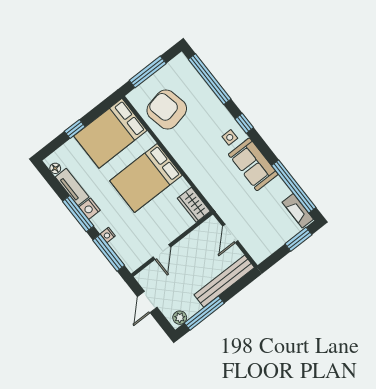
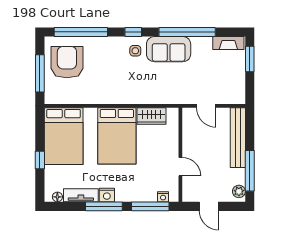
armchair: (167, 110) -> (67, 62), moved, turned 102
window: (294, 186) -> (187, 32), moved
wardrobe: (194, 205) -> (152, 116), moved
nightstand: (108, 235) -> (163, 197), moved

